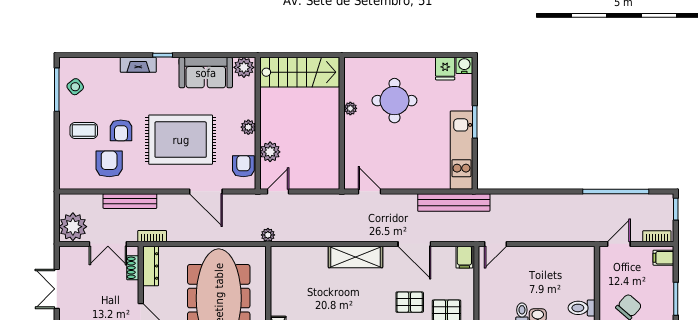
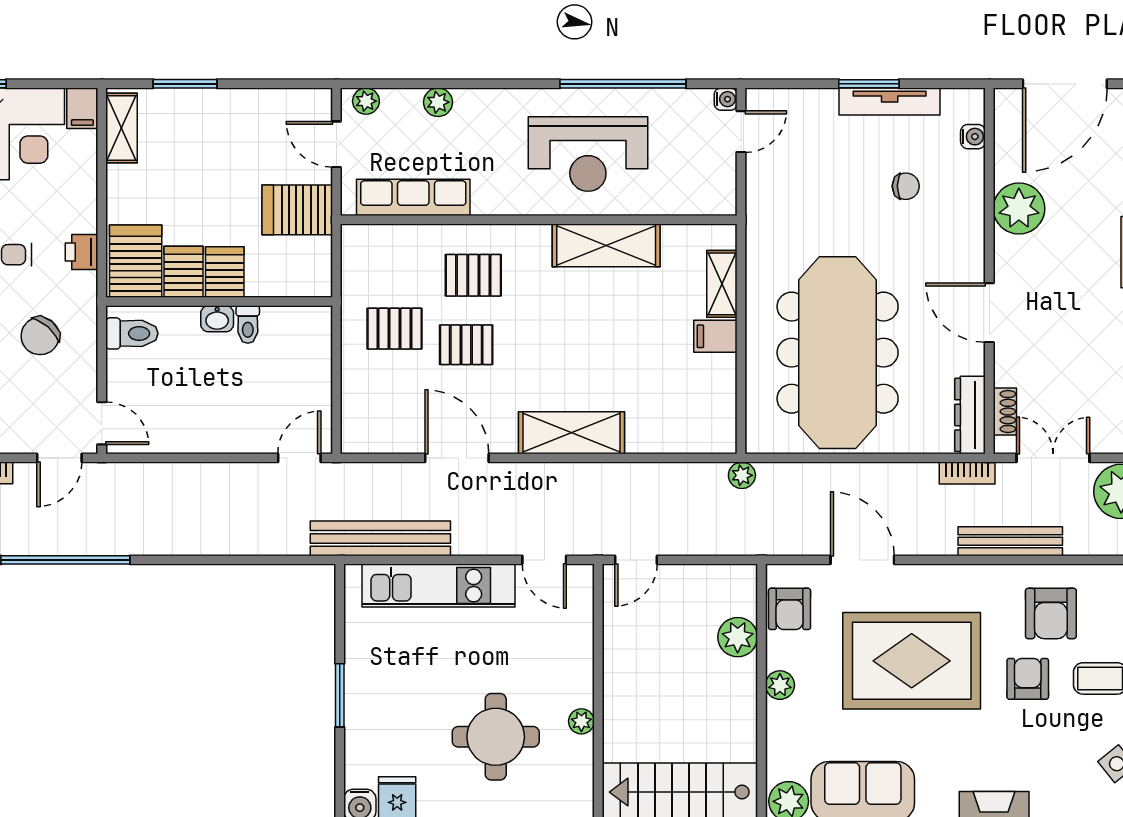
kitchen unit: (461, 150) -> (438, 586), moved, turned 90
door: (278, 191) -> (636, 560), moved
filing cabinet: (464, 257) -> (715, 336), moved, turned -90
door: (597, 262) -> (102, 423), added

